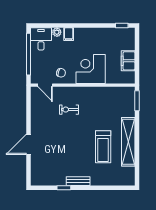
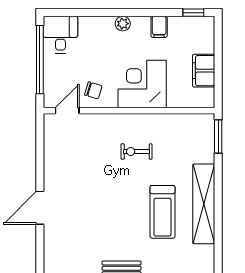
plant: (57, 32) -> (123, 24), moved
filing cabinet: (69, 34) -> (159, 27), moved
door: (45, 85) -> (67, 111), swing flipped
exercise bike: (69, 110) -> (136, 152), moved

